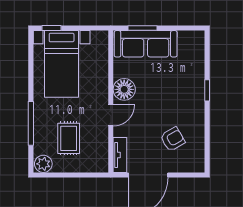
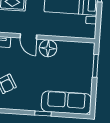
sofa: (146, 44) -> (66, 103), moved, turned 90

